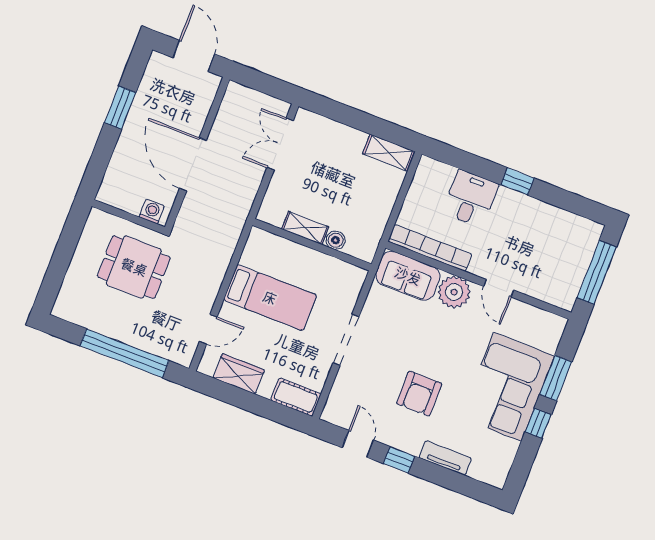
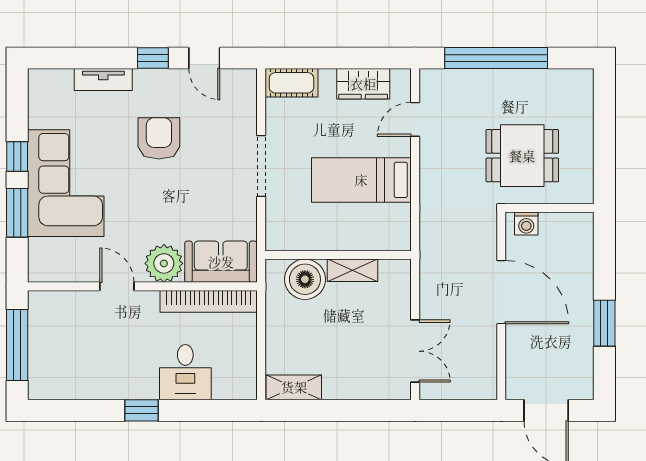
boiler: (336, 240) -> (305, 279), width x1.86, depth x1.86

